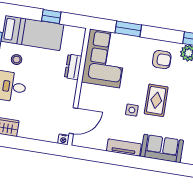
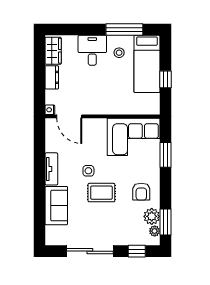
dresser: (73, 67) -> (52, 77), moved, turned 90

